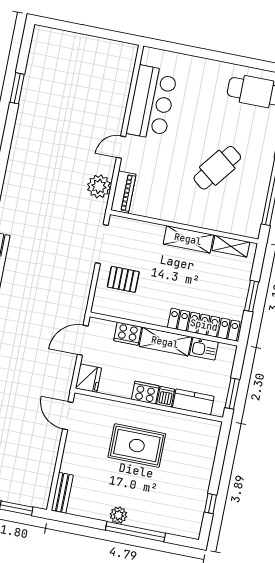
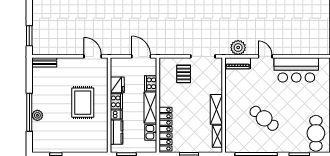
fridge: (88, 378) -> (117, 85), moved, turned -90
door: (68, 416) -> (93, 56), hinge flipped
plant: (118, 515) -> (37, 115), moved

